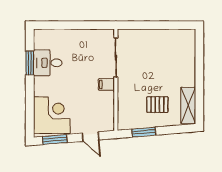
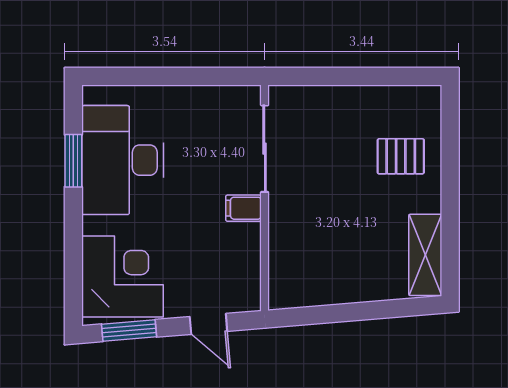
desk: (48, 63) -> (123, 160), width x1.87, depth x1.30
pallet: (157, 105) -> (401, 156), moved
window: (144, 132) -> (327, 314), removed

